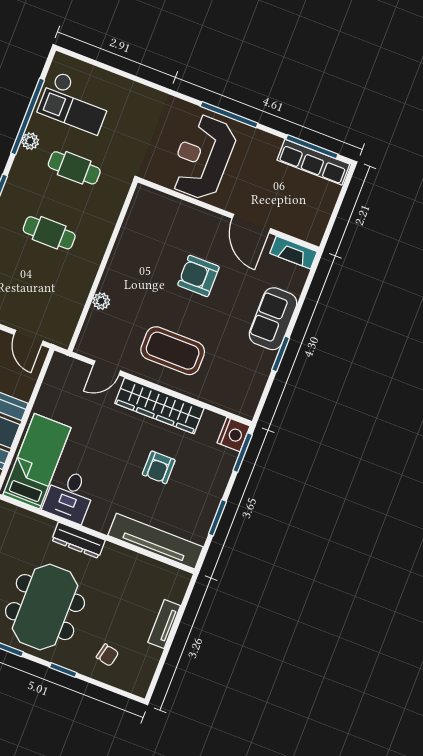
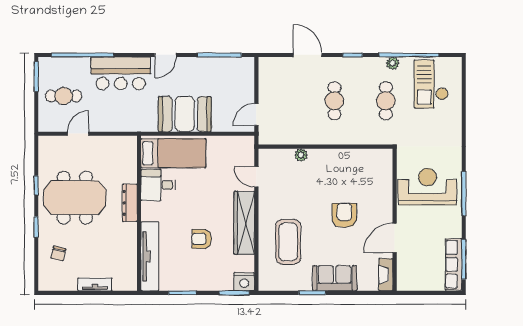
coffee table: (173, 351) -> (288, 242), moved

